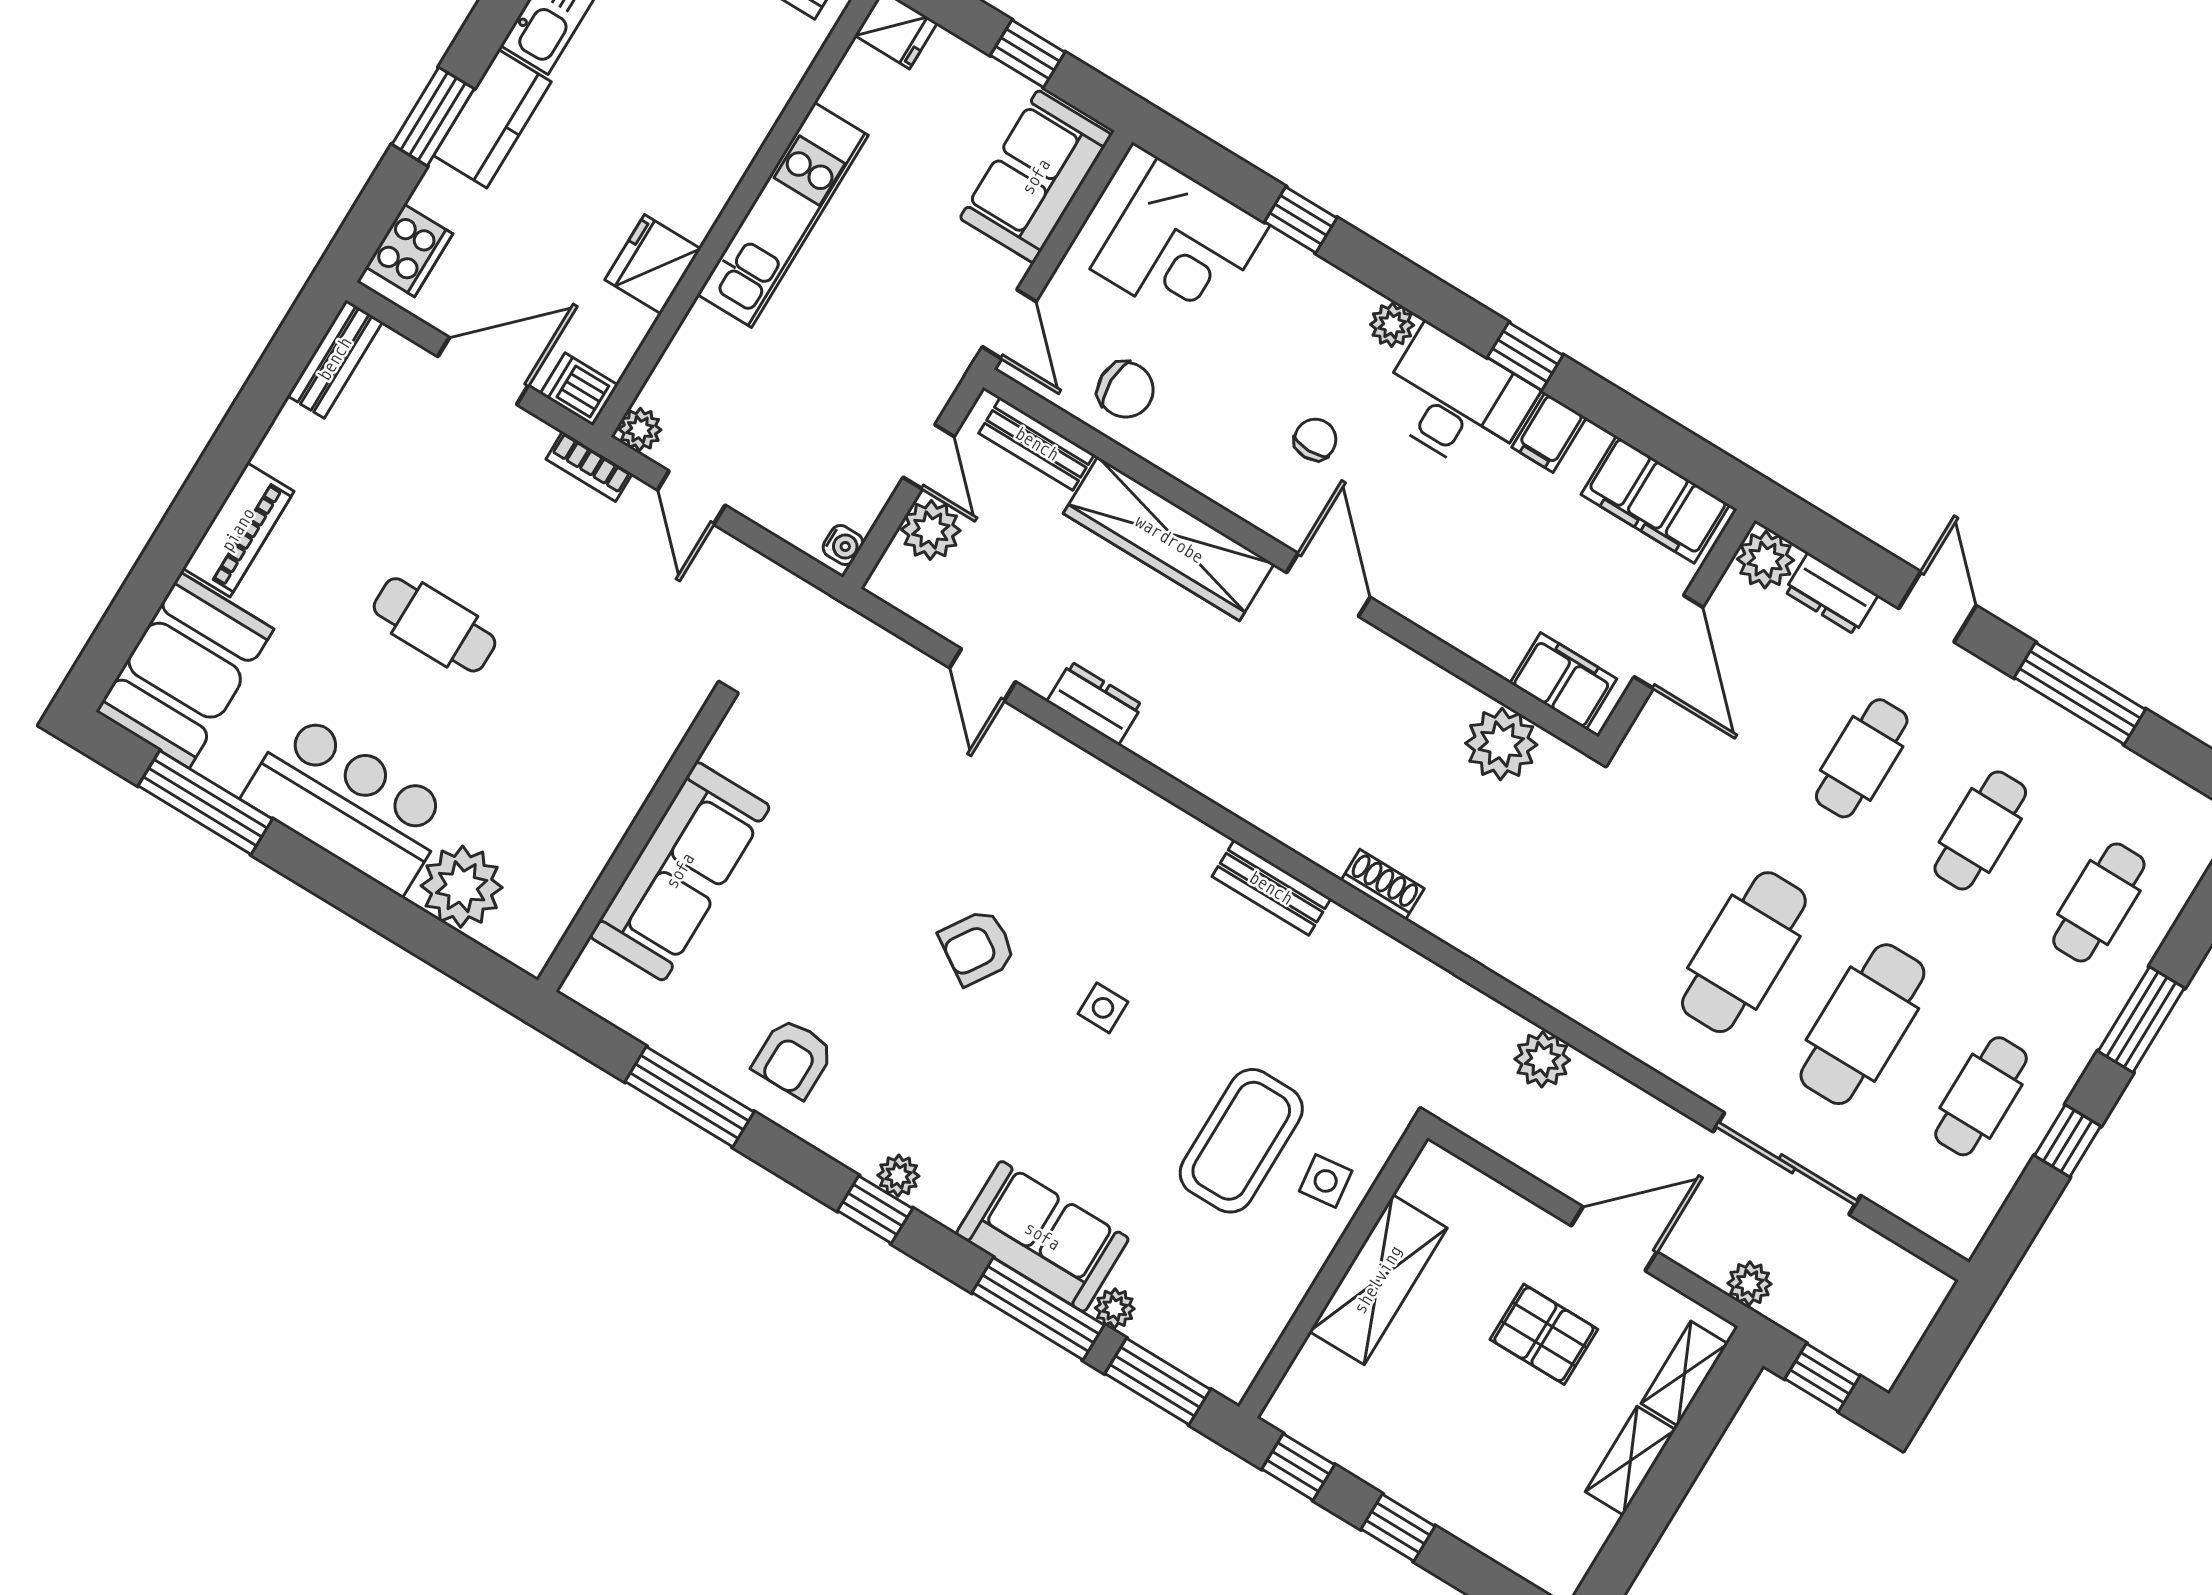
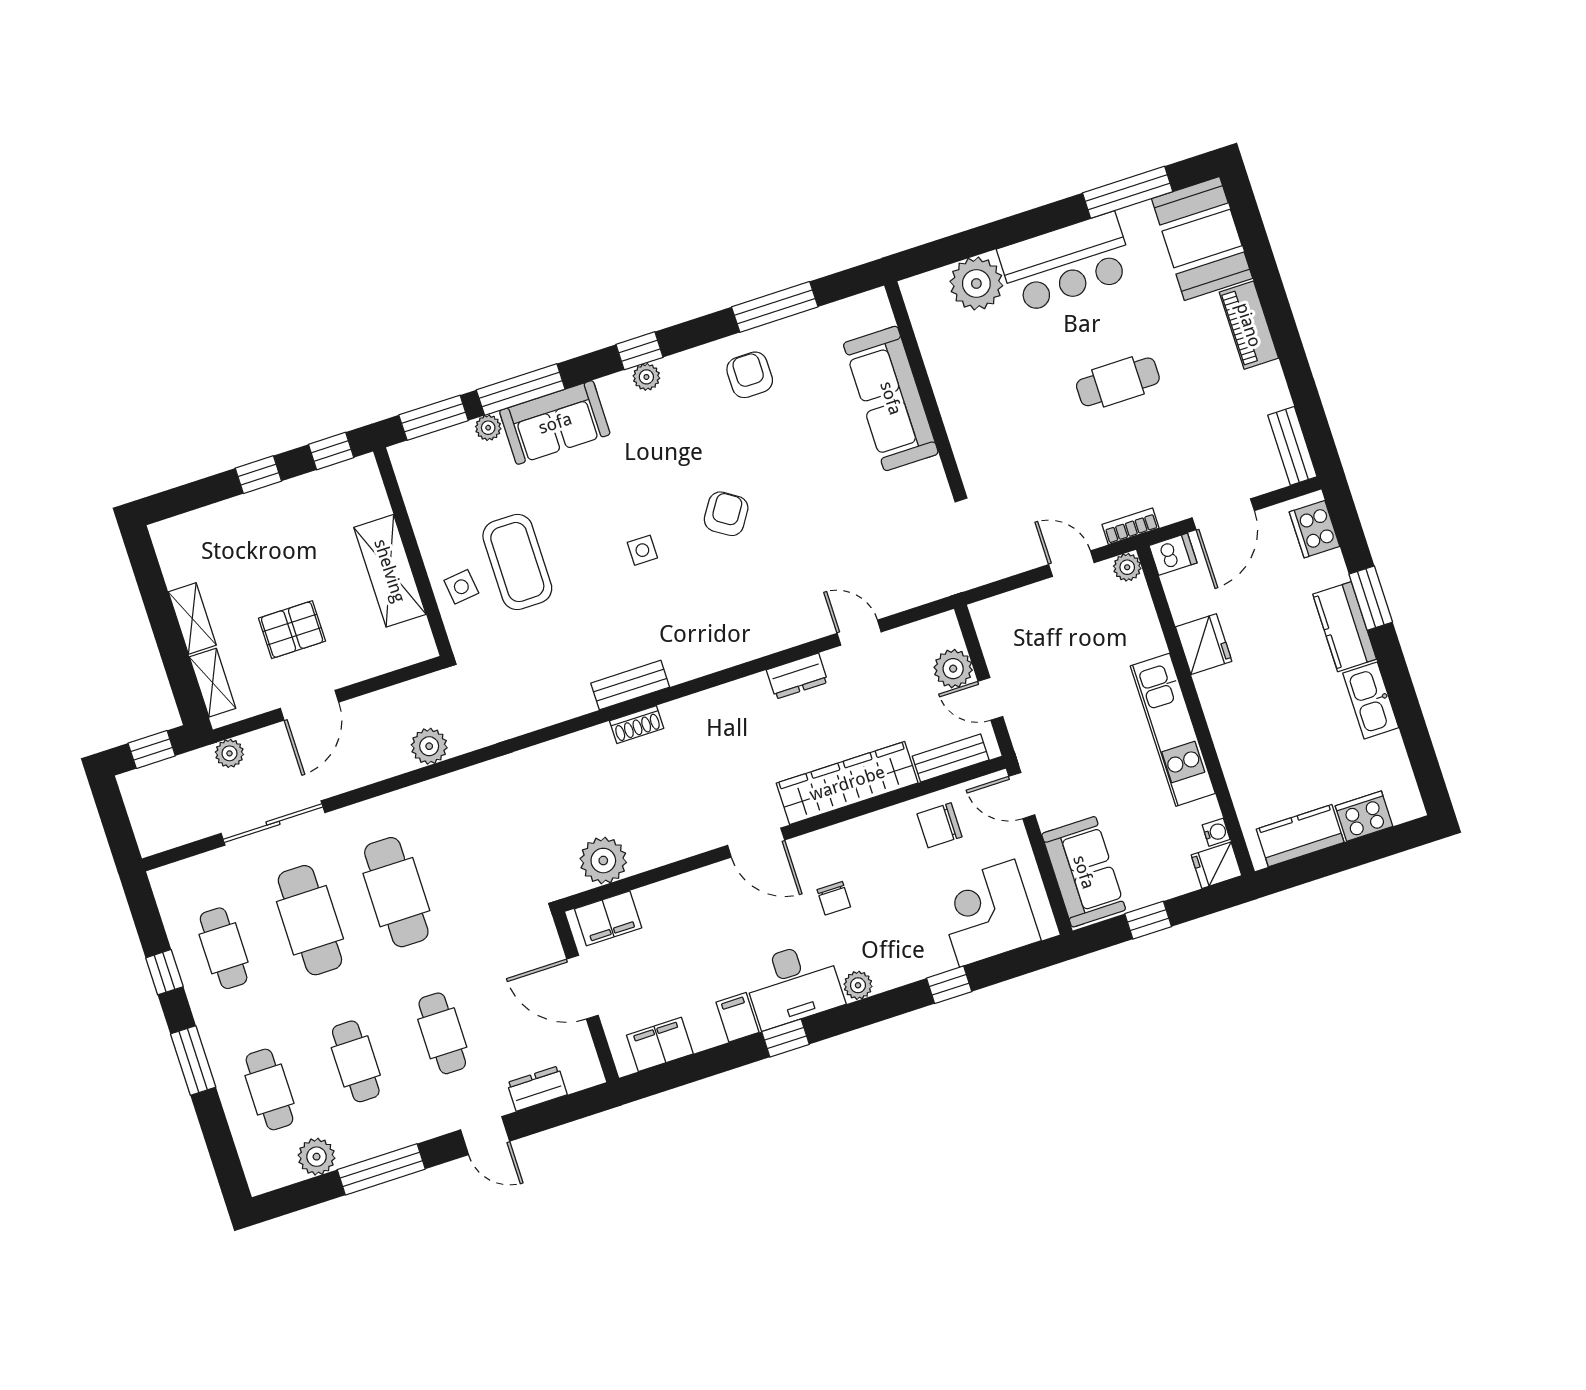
filing cabinet: (1655, 500) -> (660, 1044), width x0.67, depth x0.86
water cooler: (843, 545) -> (1216, 832), moved, turned 180
plant: (1765, 560) -> (317, 1157), moved
shoe rack: (1383, 884) -> (637, 725), moved

